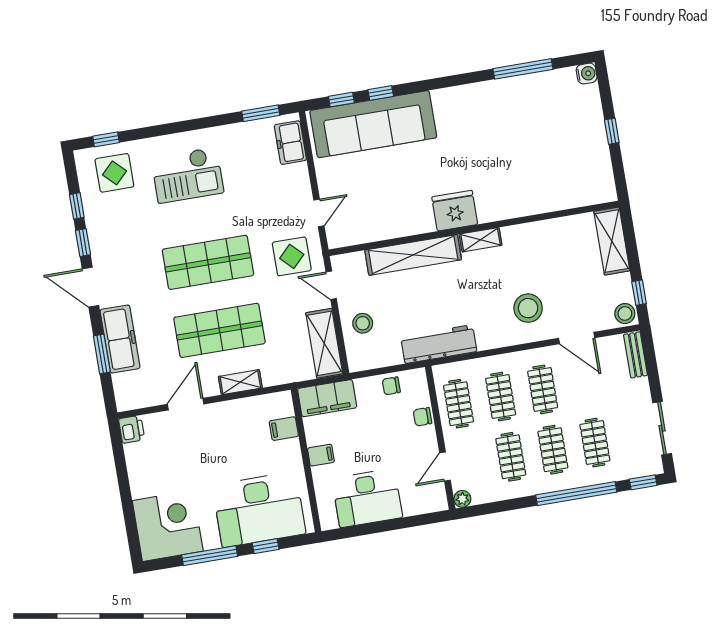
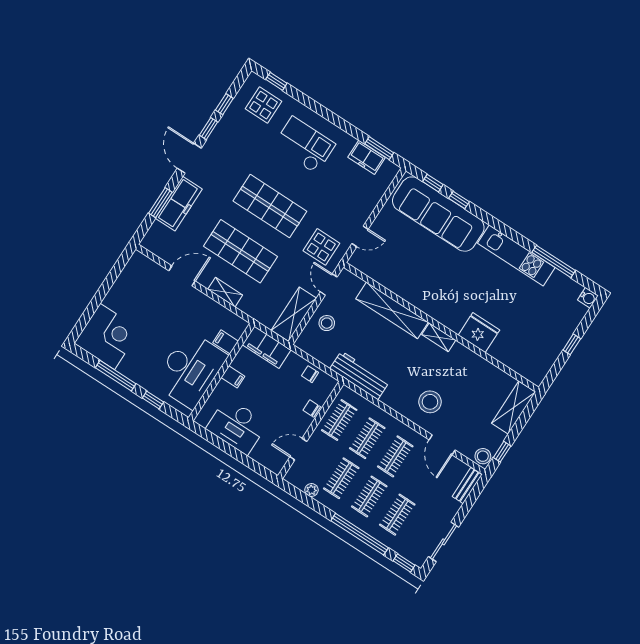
kitchen unit: (483, 96) -> (516, 255), added
freezer: (290, 143) -> (367, 157), moved, turned -90
checkout: (187, 175) -> (304, 145), turned 180
fridge: (455, 211) -> (479, 333), moved
printer: (132, 429) -> (138, 262), removed
plant: (462, 499) -> (311, 490), moved
desk: (259, 509) -> (190, 370), moved, turned -90

